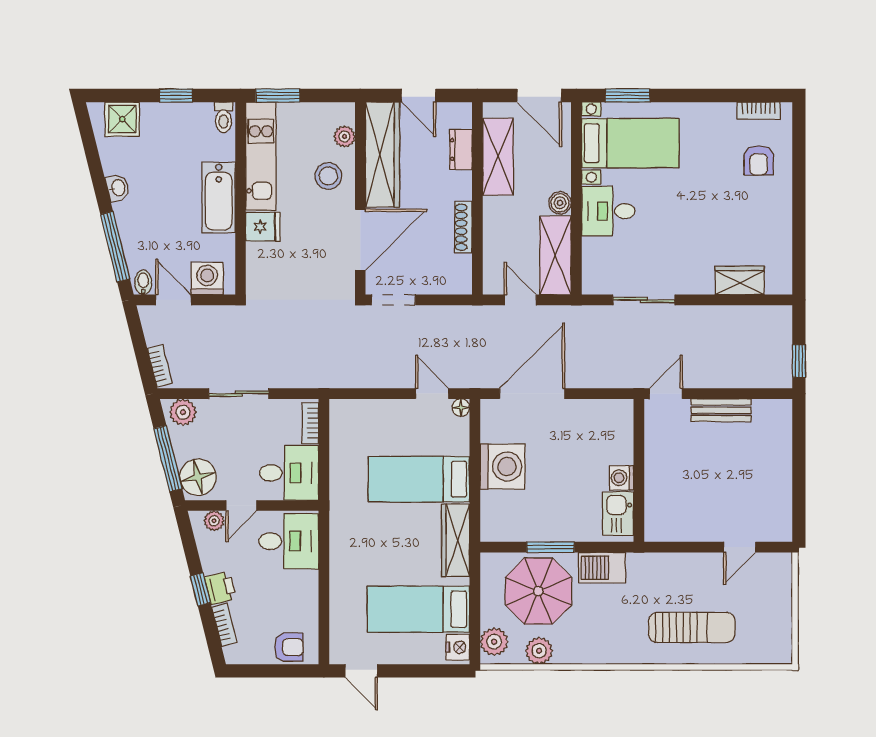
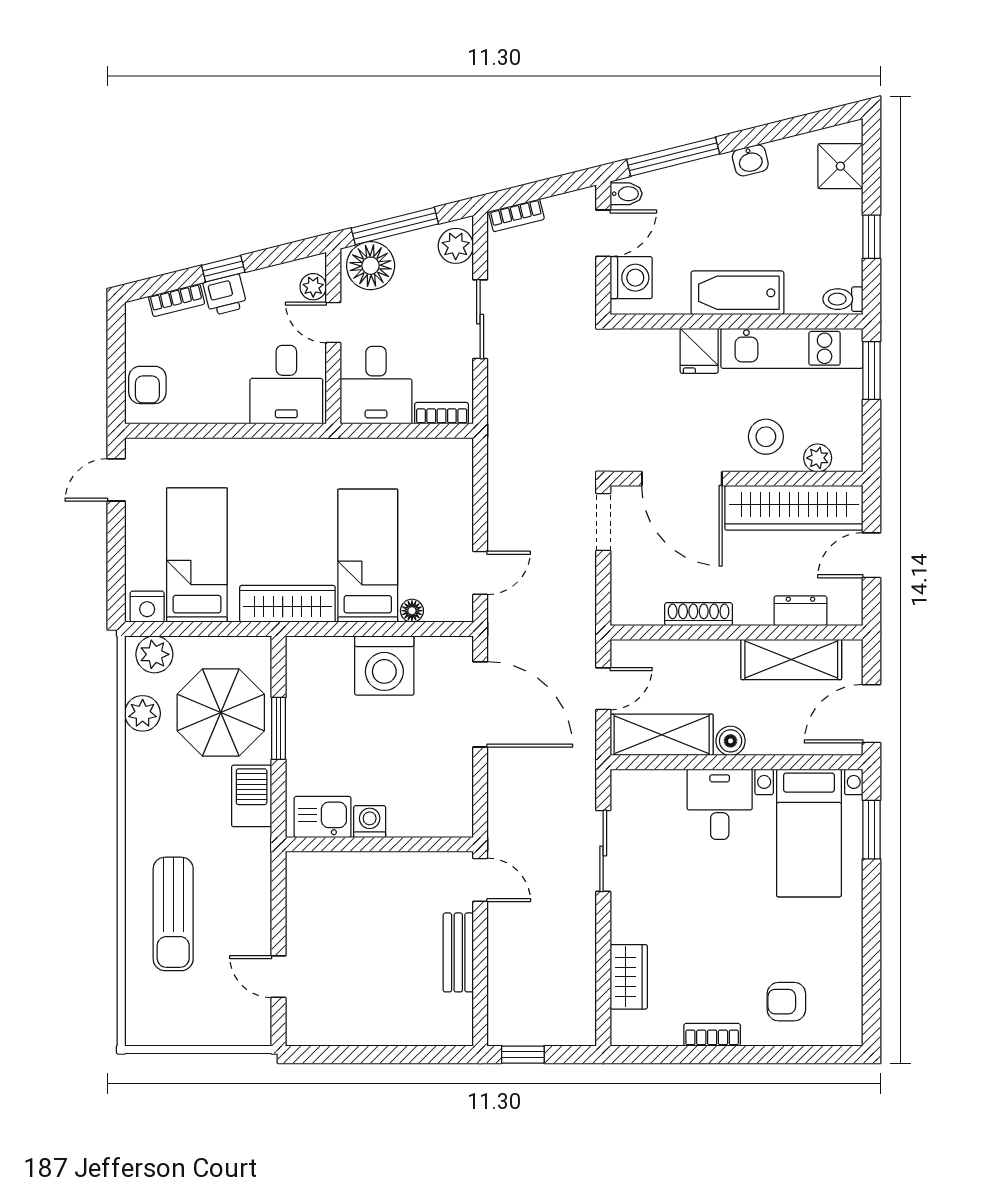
bookcase: (759, 111) -> (712, 1035), moved, turned 90
floor lamp: (461, 408) -> (412, 611), moved

